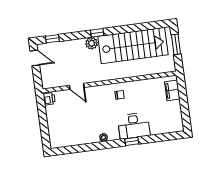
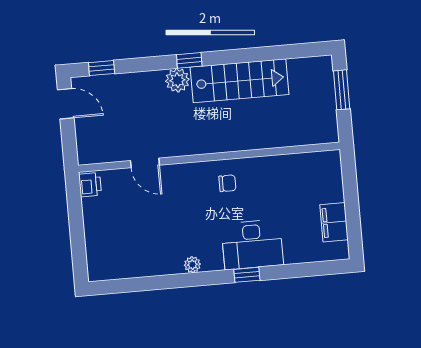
stairs: (133, 46) -> (240, 81), width x0.73, depth x0.66
filing cabinet: (172, 90) -> (334, 222), moved

